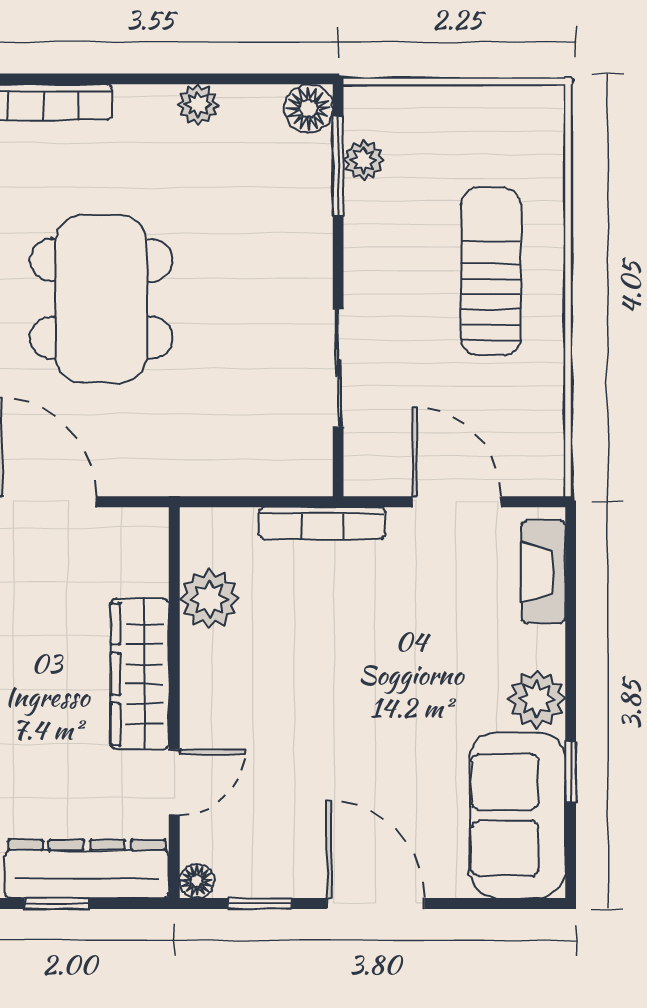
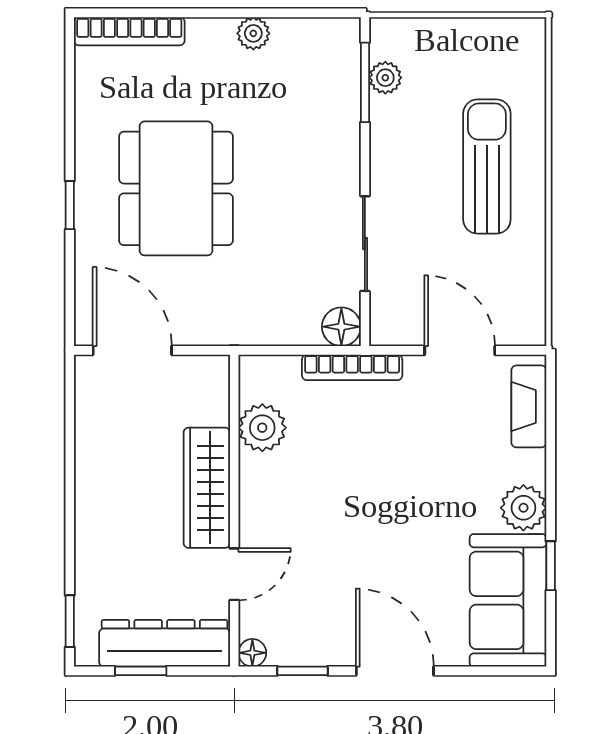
floor lamp: (309, 109) -> (341, 327), moved

